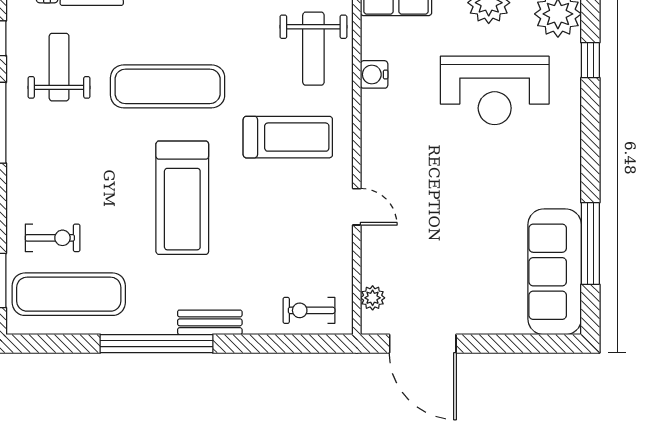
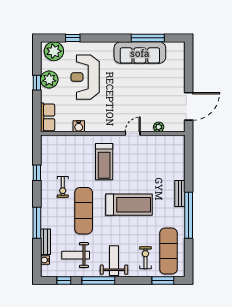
weight bench: (313, 49) -> (114, 261), moved, turned -90
reception desk: (495, 90) -> (85, 77), turned 180
treadmill: (288, 137) -> (104, 162), turned 180
sofa: (555, 272) -> (140, 53), moved
plant: (373, 298) -> (159, 127), moved
exercise bike: (309, 310) -> (63, 187), moved

